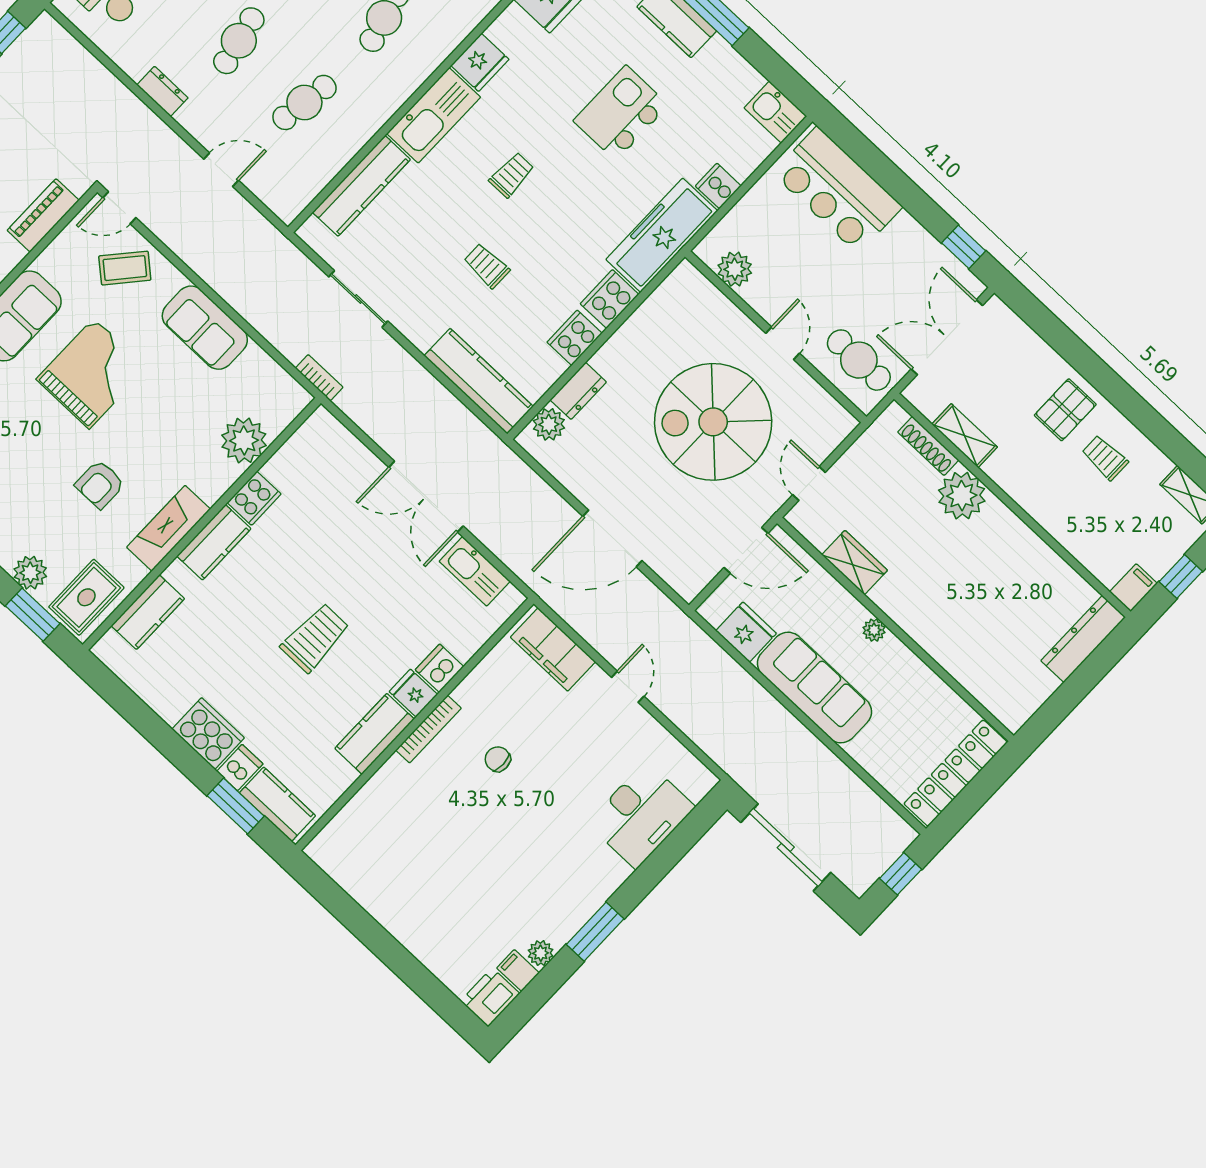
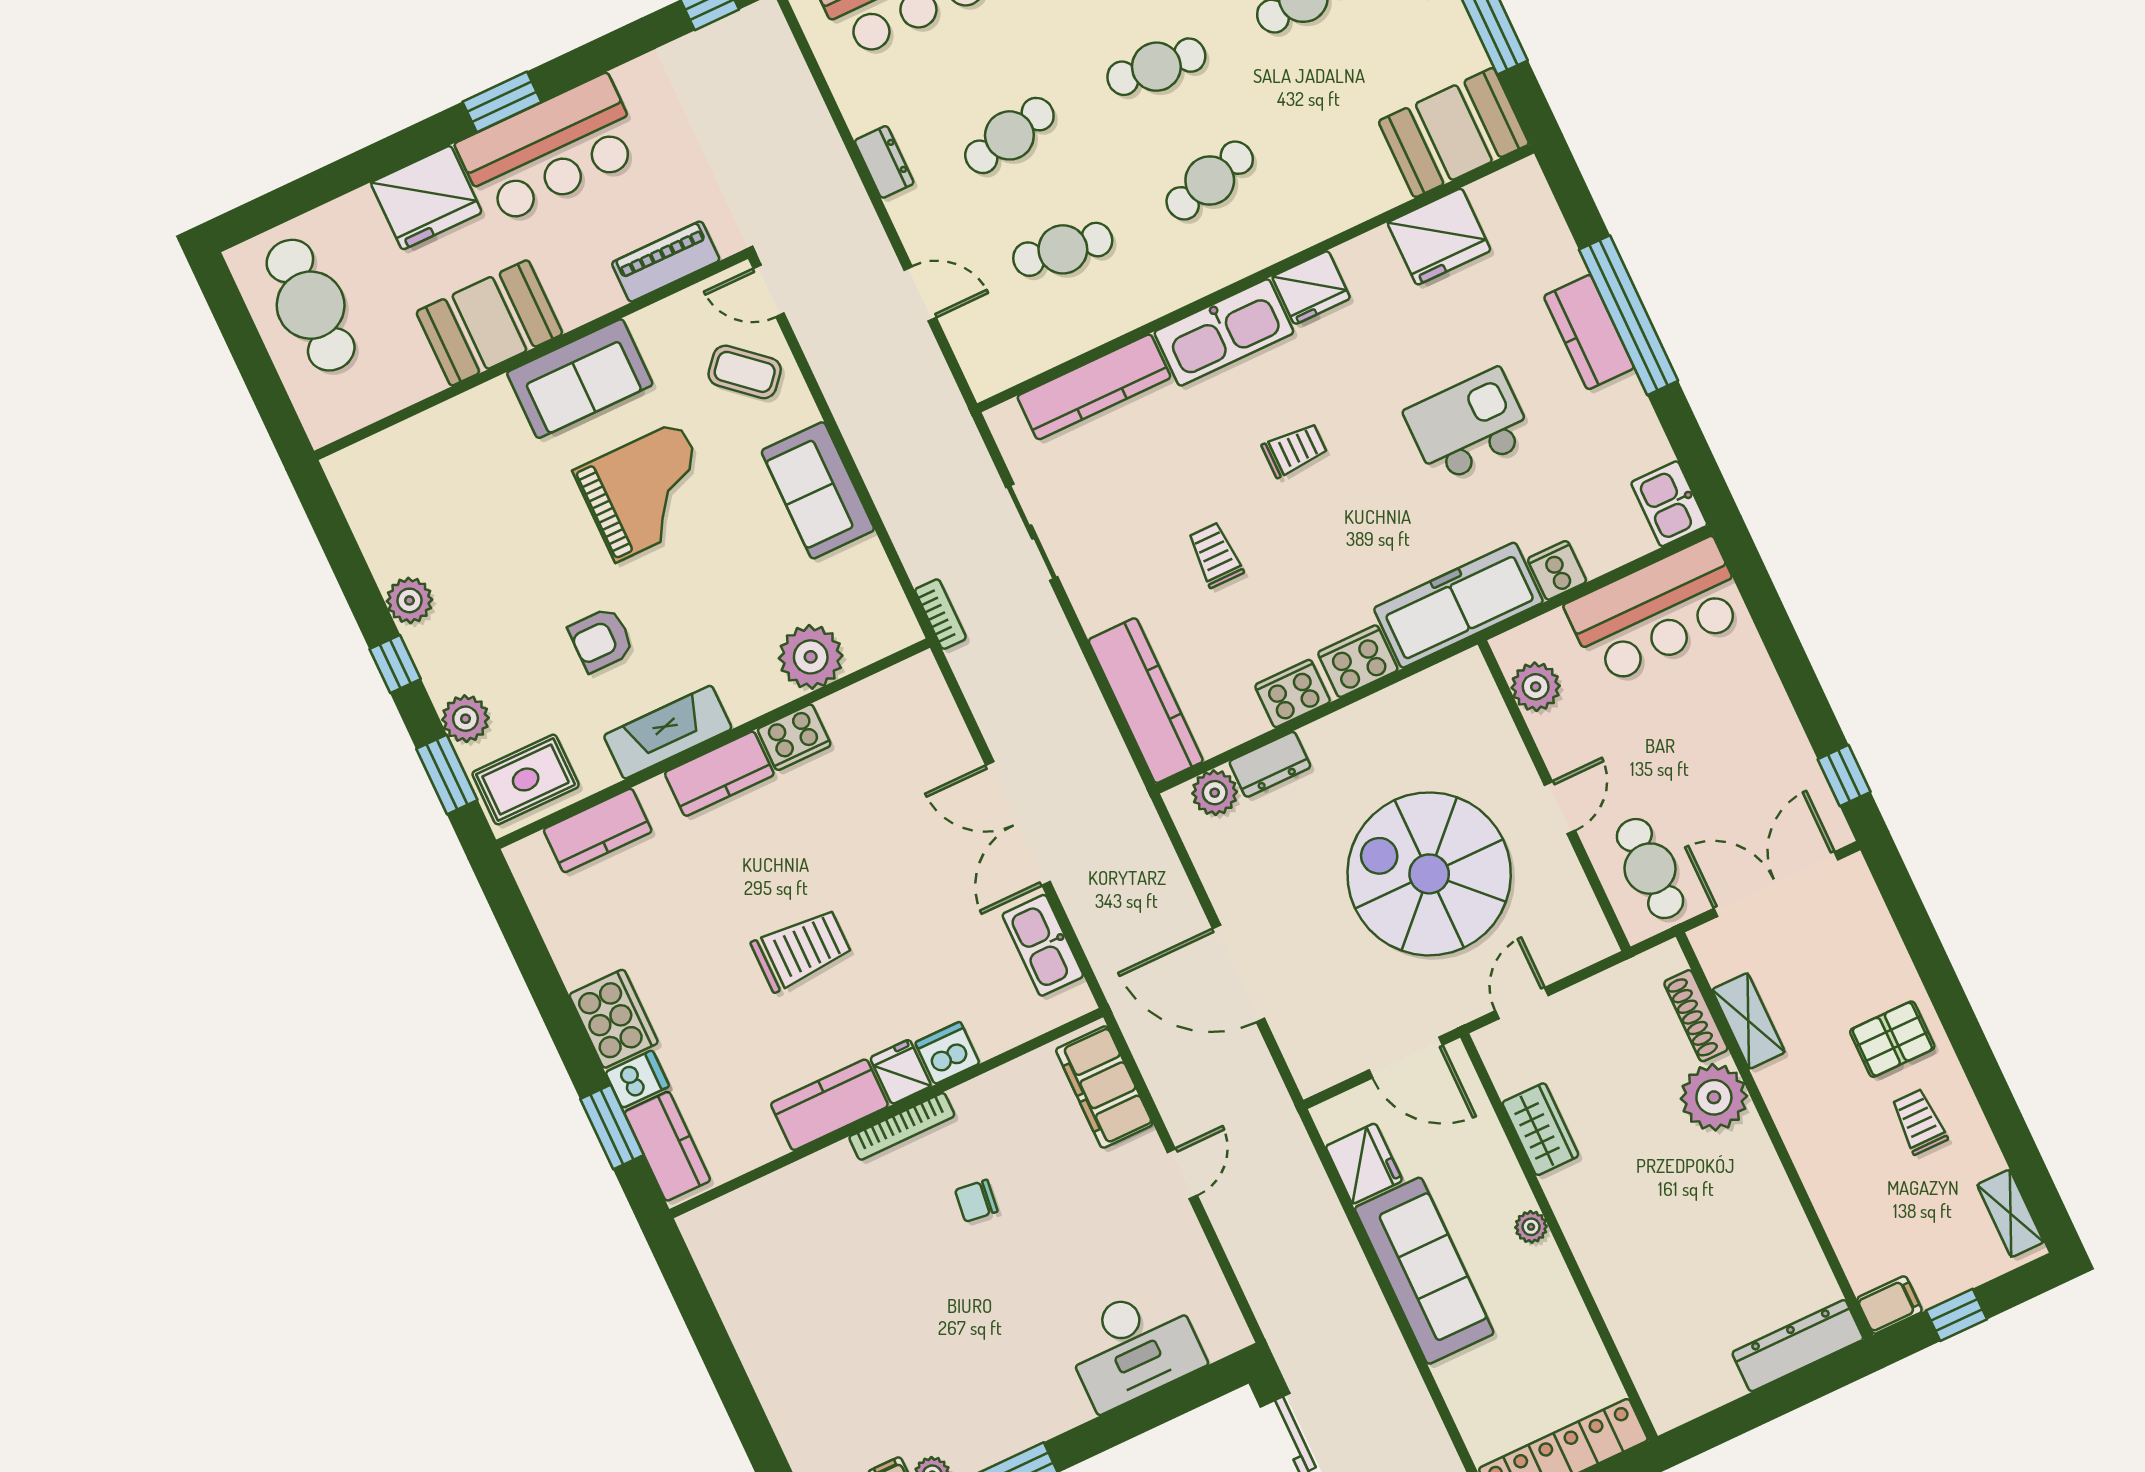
bar counter: (837, 190) -> (1657, 611), moved, turned -90
chair: (498, 759) -> (976, 1201), turned -83

